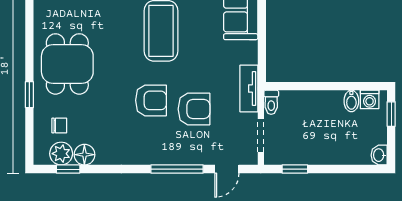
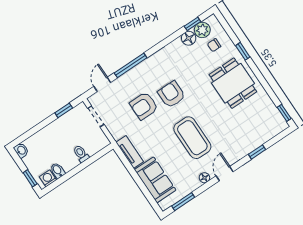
tv unit: (249, 88) -> (130, 152), moved
armchair: (151, 100) -> (172, 94), turned 90
toilet: (271, 102) -> (81, 154), moved

